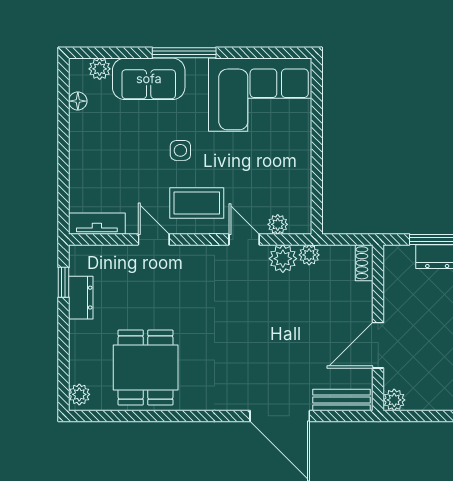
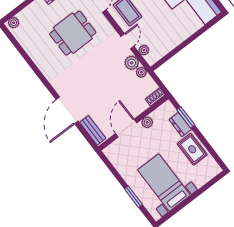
door: (378, 345) -> (126, 128), hinge flipped
dining table: (146, 367) -> (73, 33), moved
plant: (394, 400) -> (147, 122), moved

